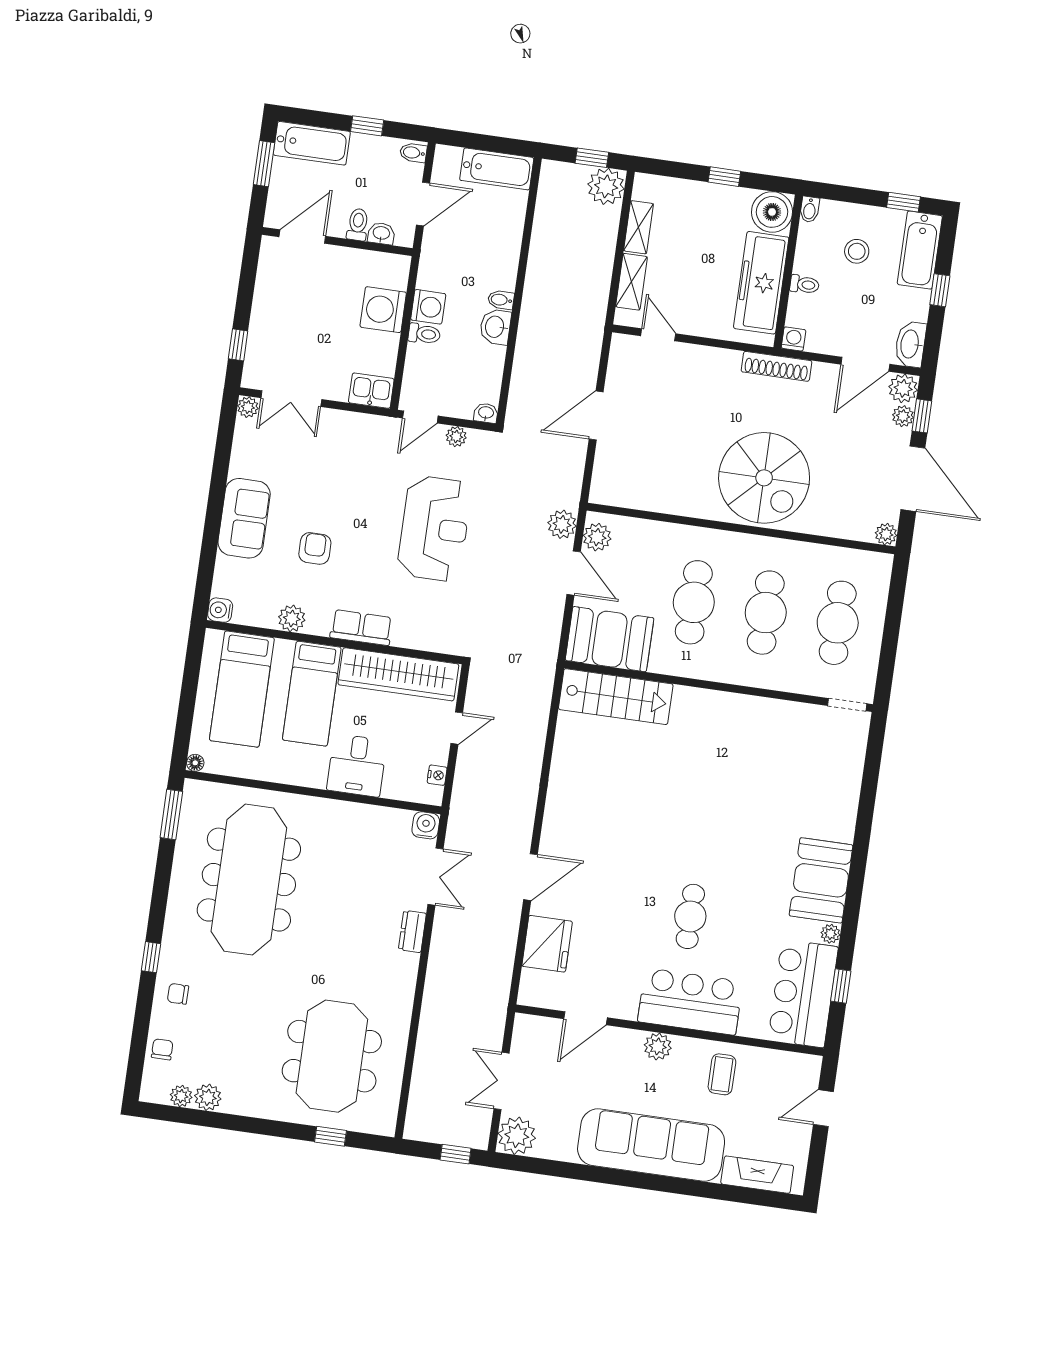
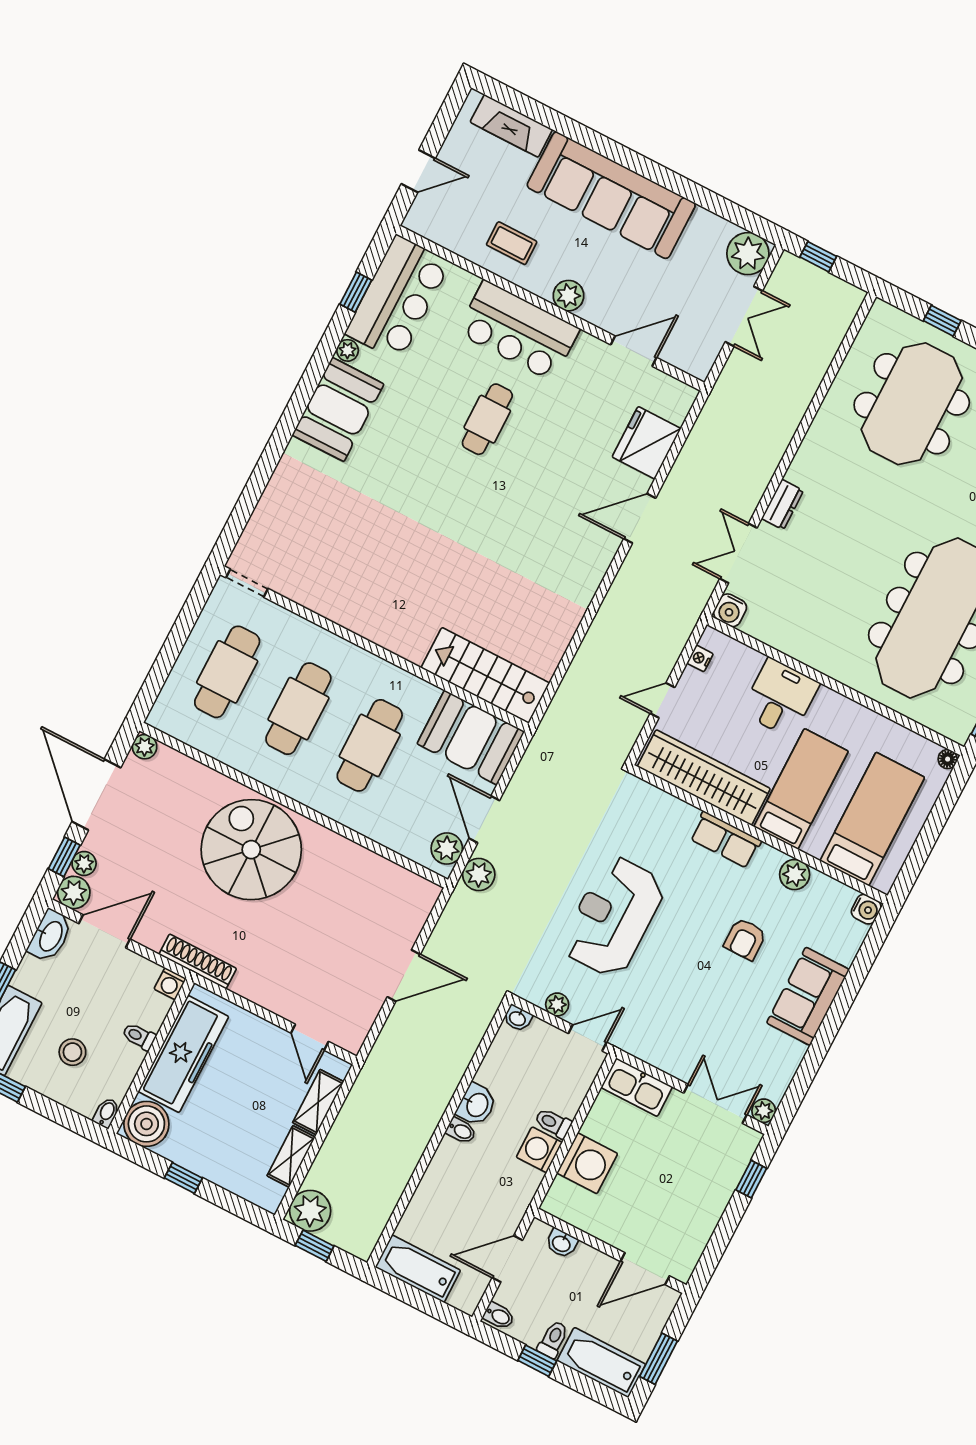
toilet: (358, 225) -> (553, 1339), moved, turned 180
kitchen sink: (371, 391) -> (637, 1087), width x1.38
coffee table: (722, 1074) -> (512, 243), turned 90

